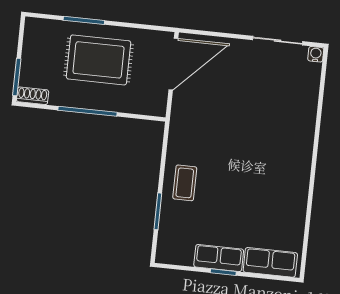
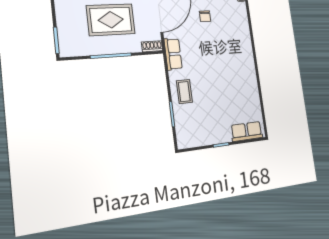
chair: (246, 76) -> (205, 16), added
shoe rack: (33, 96) -> (152, 46), moved
row of seats: (219, 258) -> (173, 54), moved, turned 90

